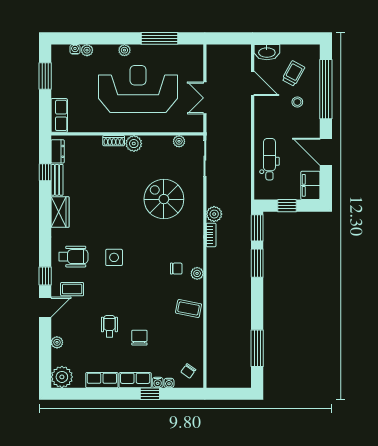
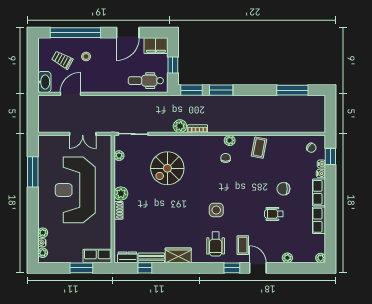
plant: (124, 50) -> (43, 253), moved
window: (45, 76) -> (81, 268), moved
dental chair: (269, 159) -> (146, 81), moved
wheelchair: (73, 257) -> (216, 244), turned 180
plant: (62, 377) -> (321, 258), width x0.53, depth x0.53
window: (150, 394) -> (330, 156), moved

